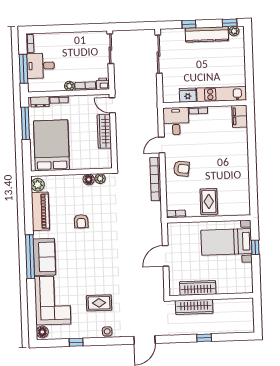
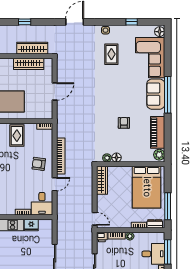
wardrobe: (104, 131) -> (102, 180), moved
rug: (99, 303) -> (111, 54), turned 90

